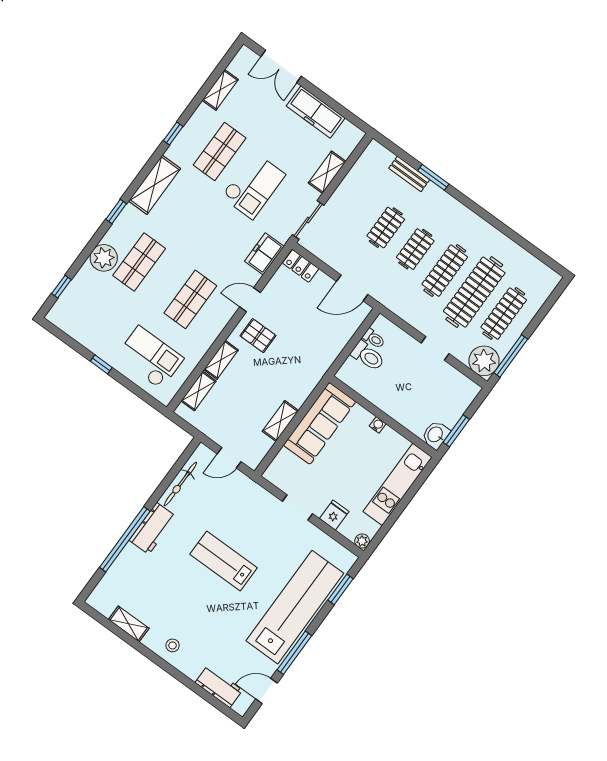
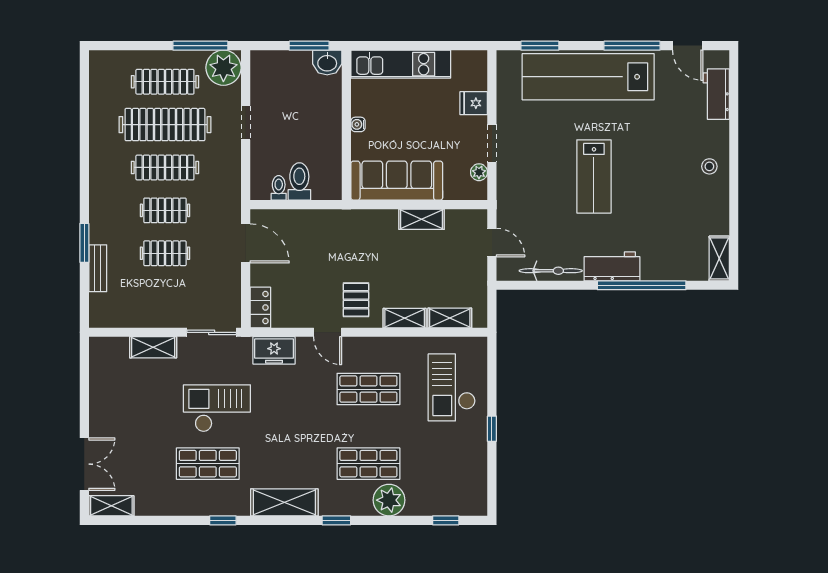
shelving: (220, 90) -> (111, 506), moved
freezer: (316, 112) -> (104, 400), removed
plant: (362, 541) -> (479, 172), moved
shelving: (129, 624) -> (719, 258), moved

